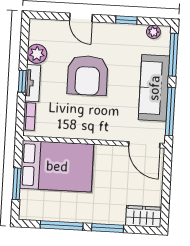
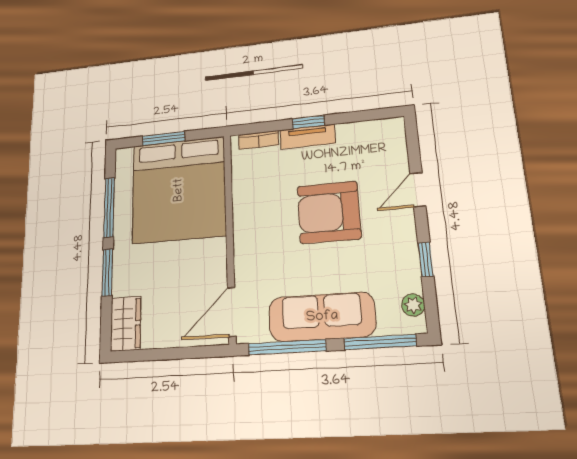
plant: (37, 54) -> (352, 135), removed
bed: (57, 166) -> (179, 190), width x1.36

